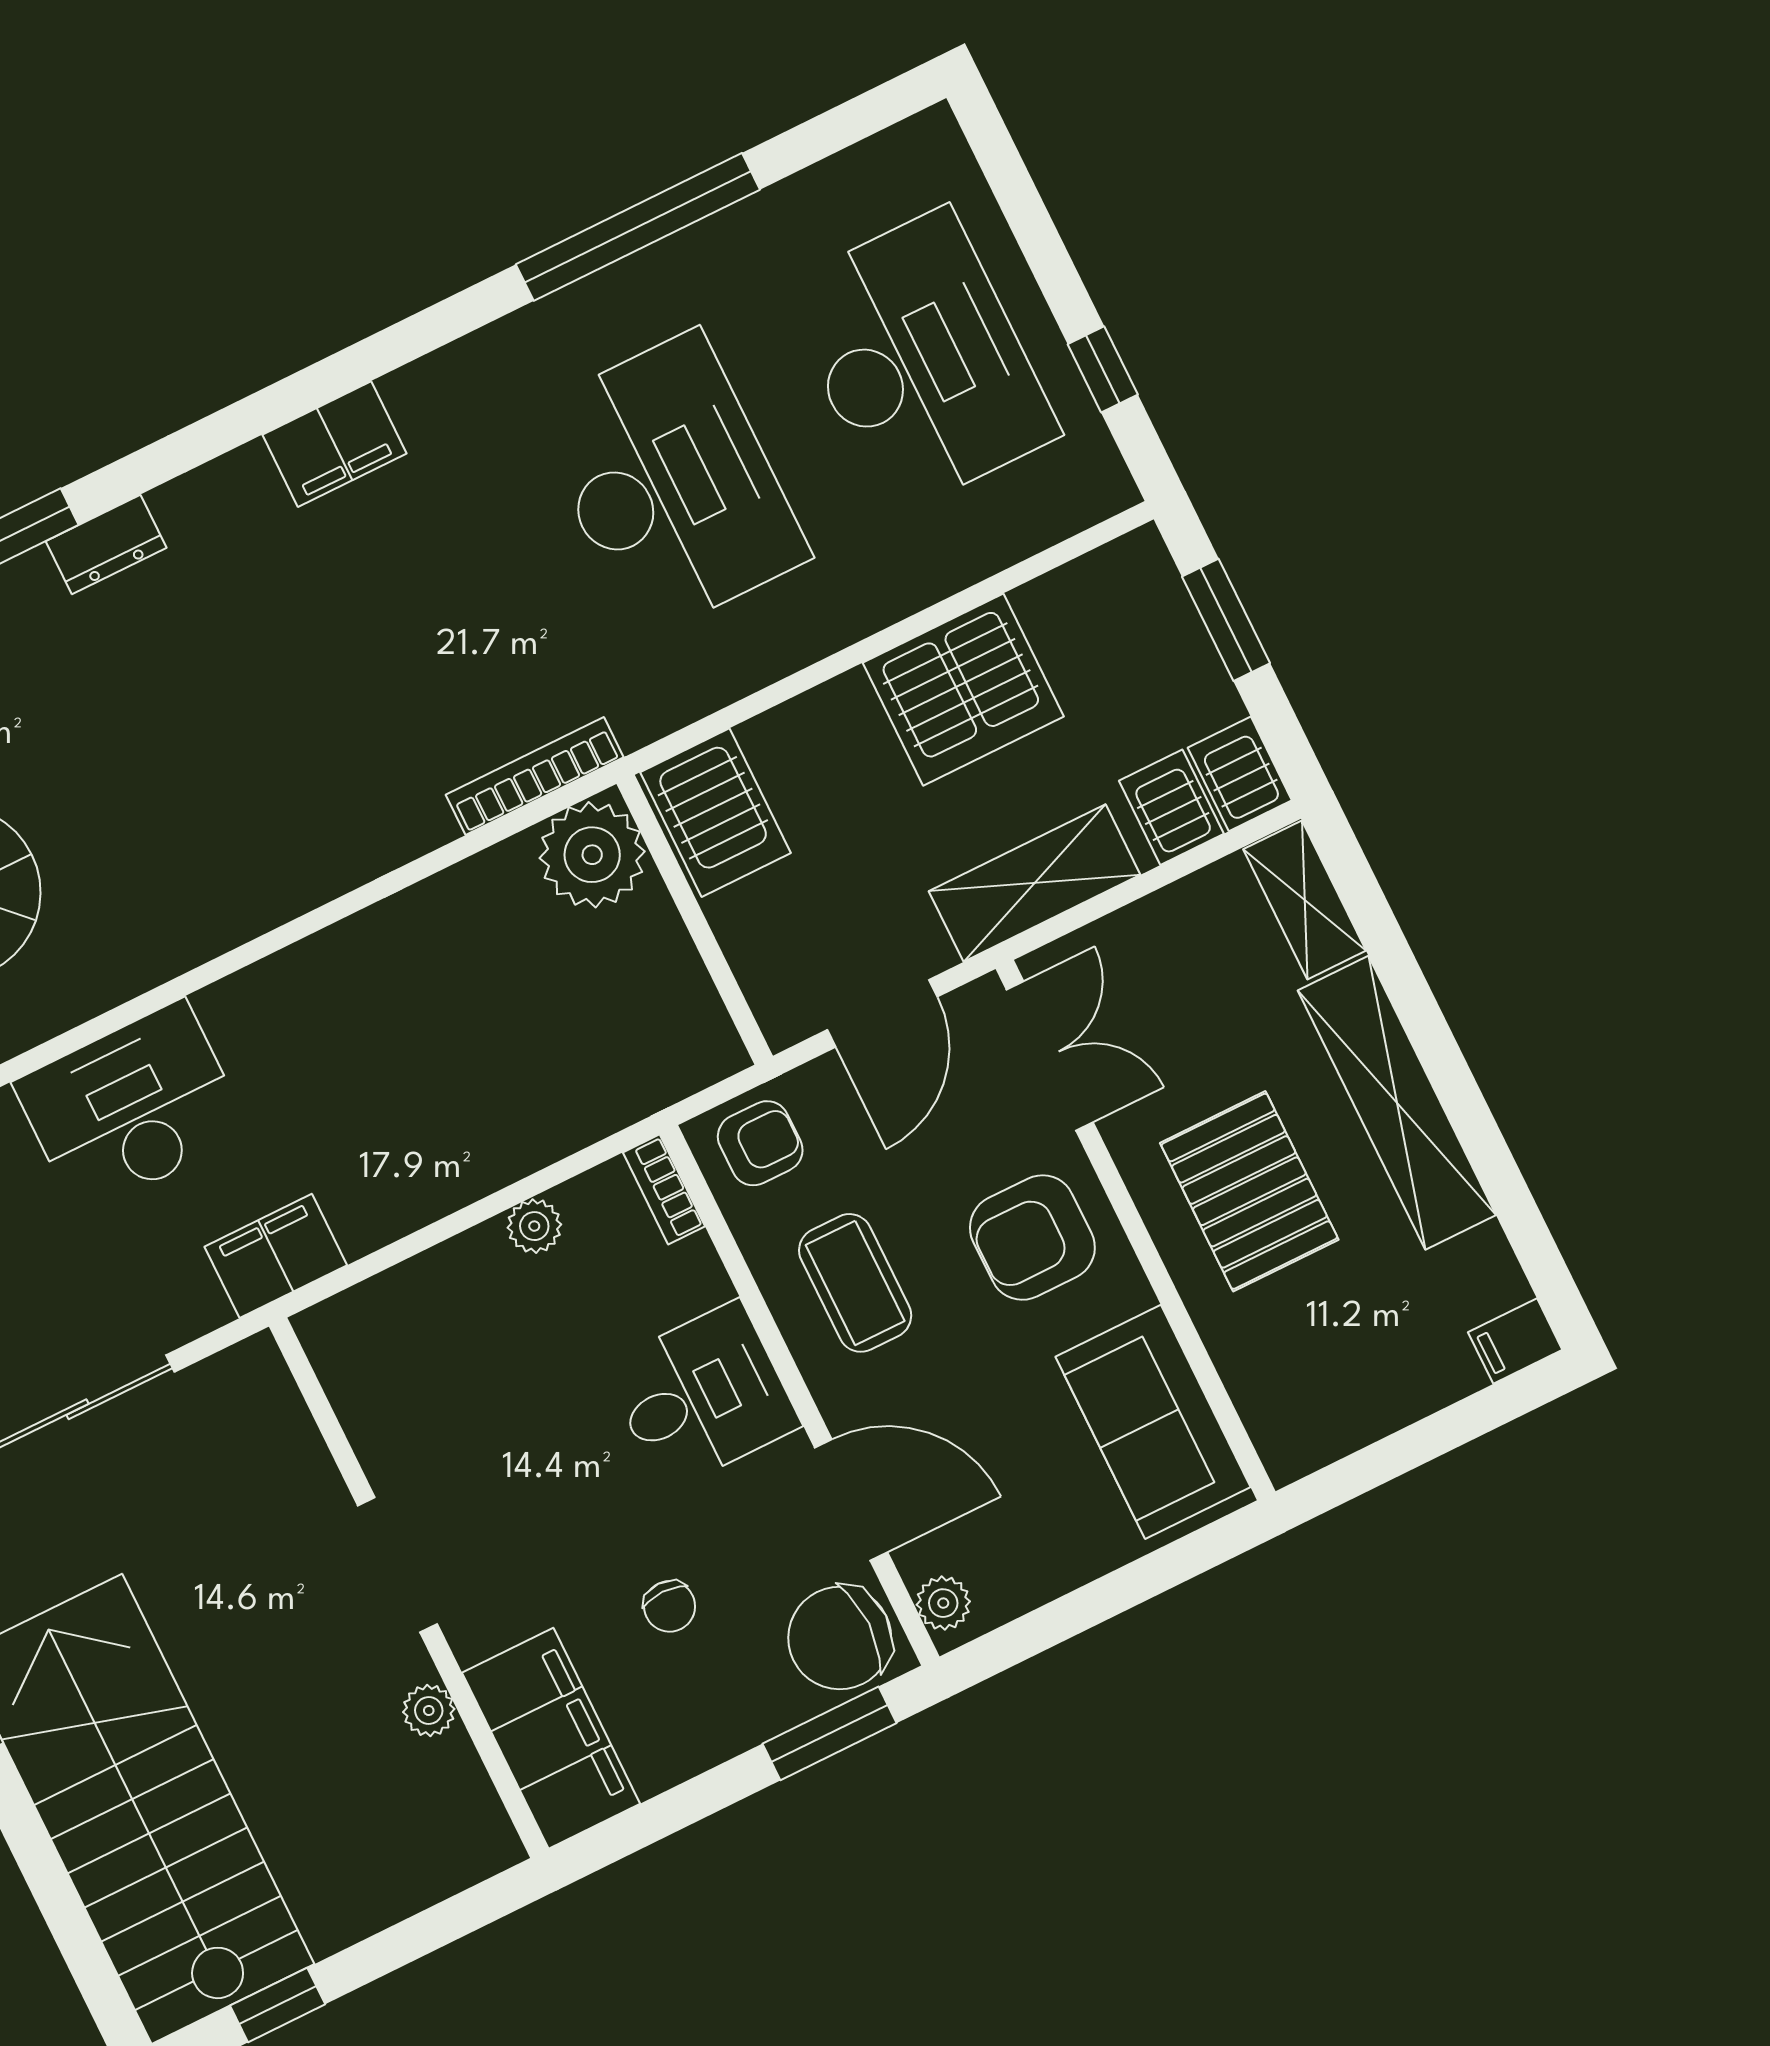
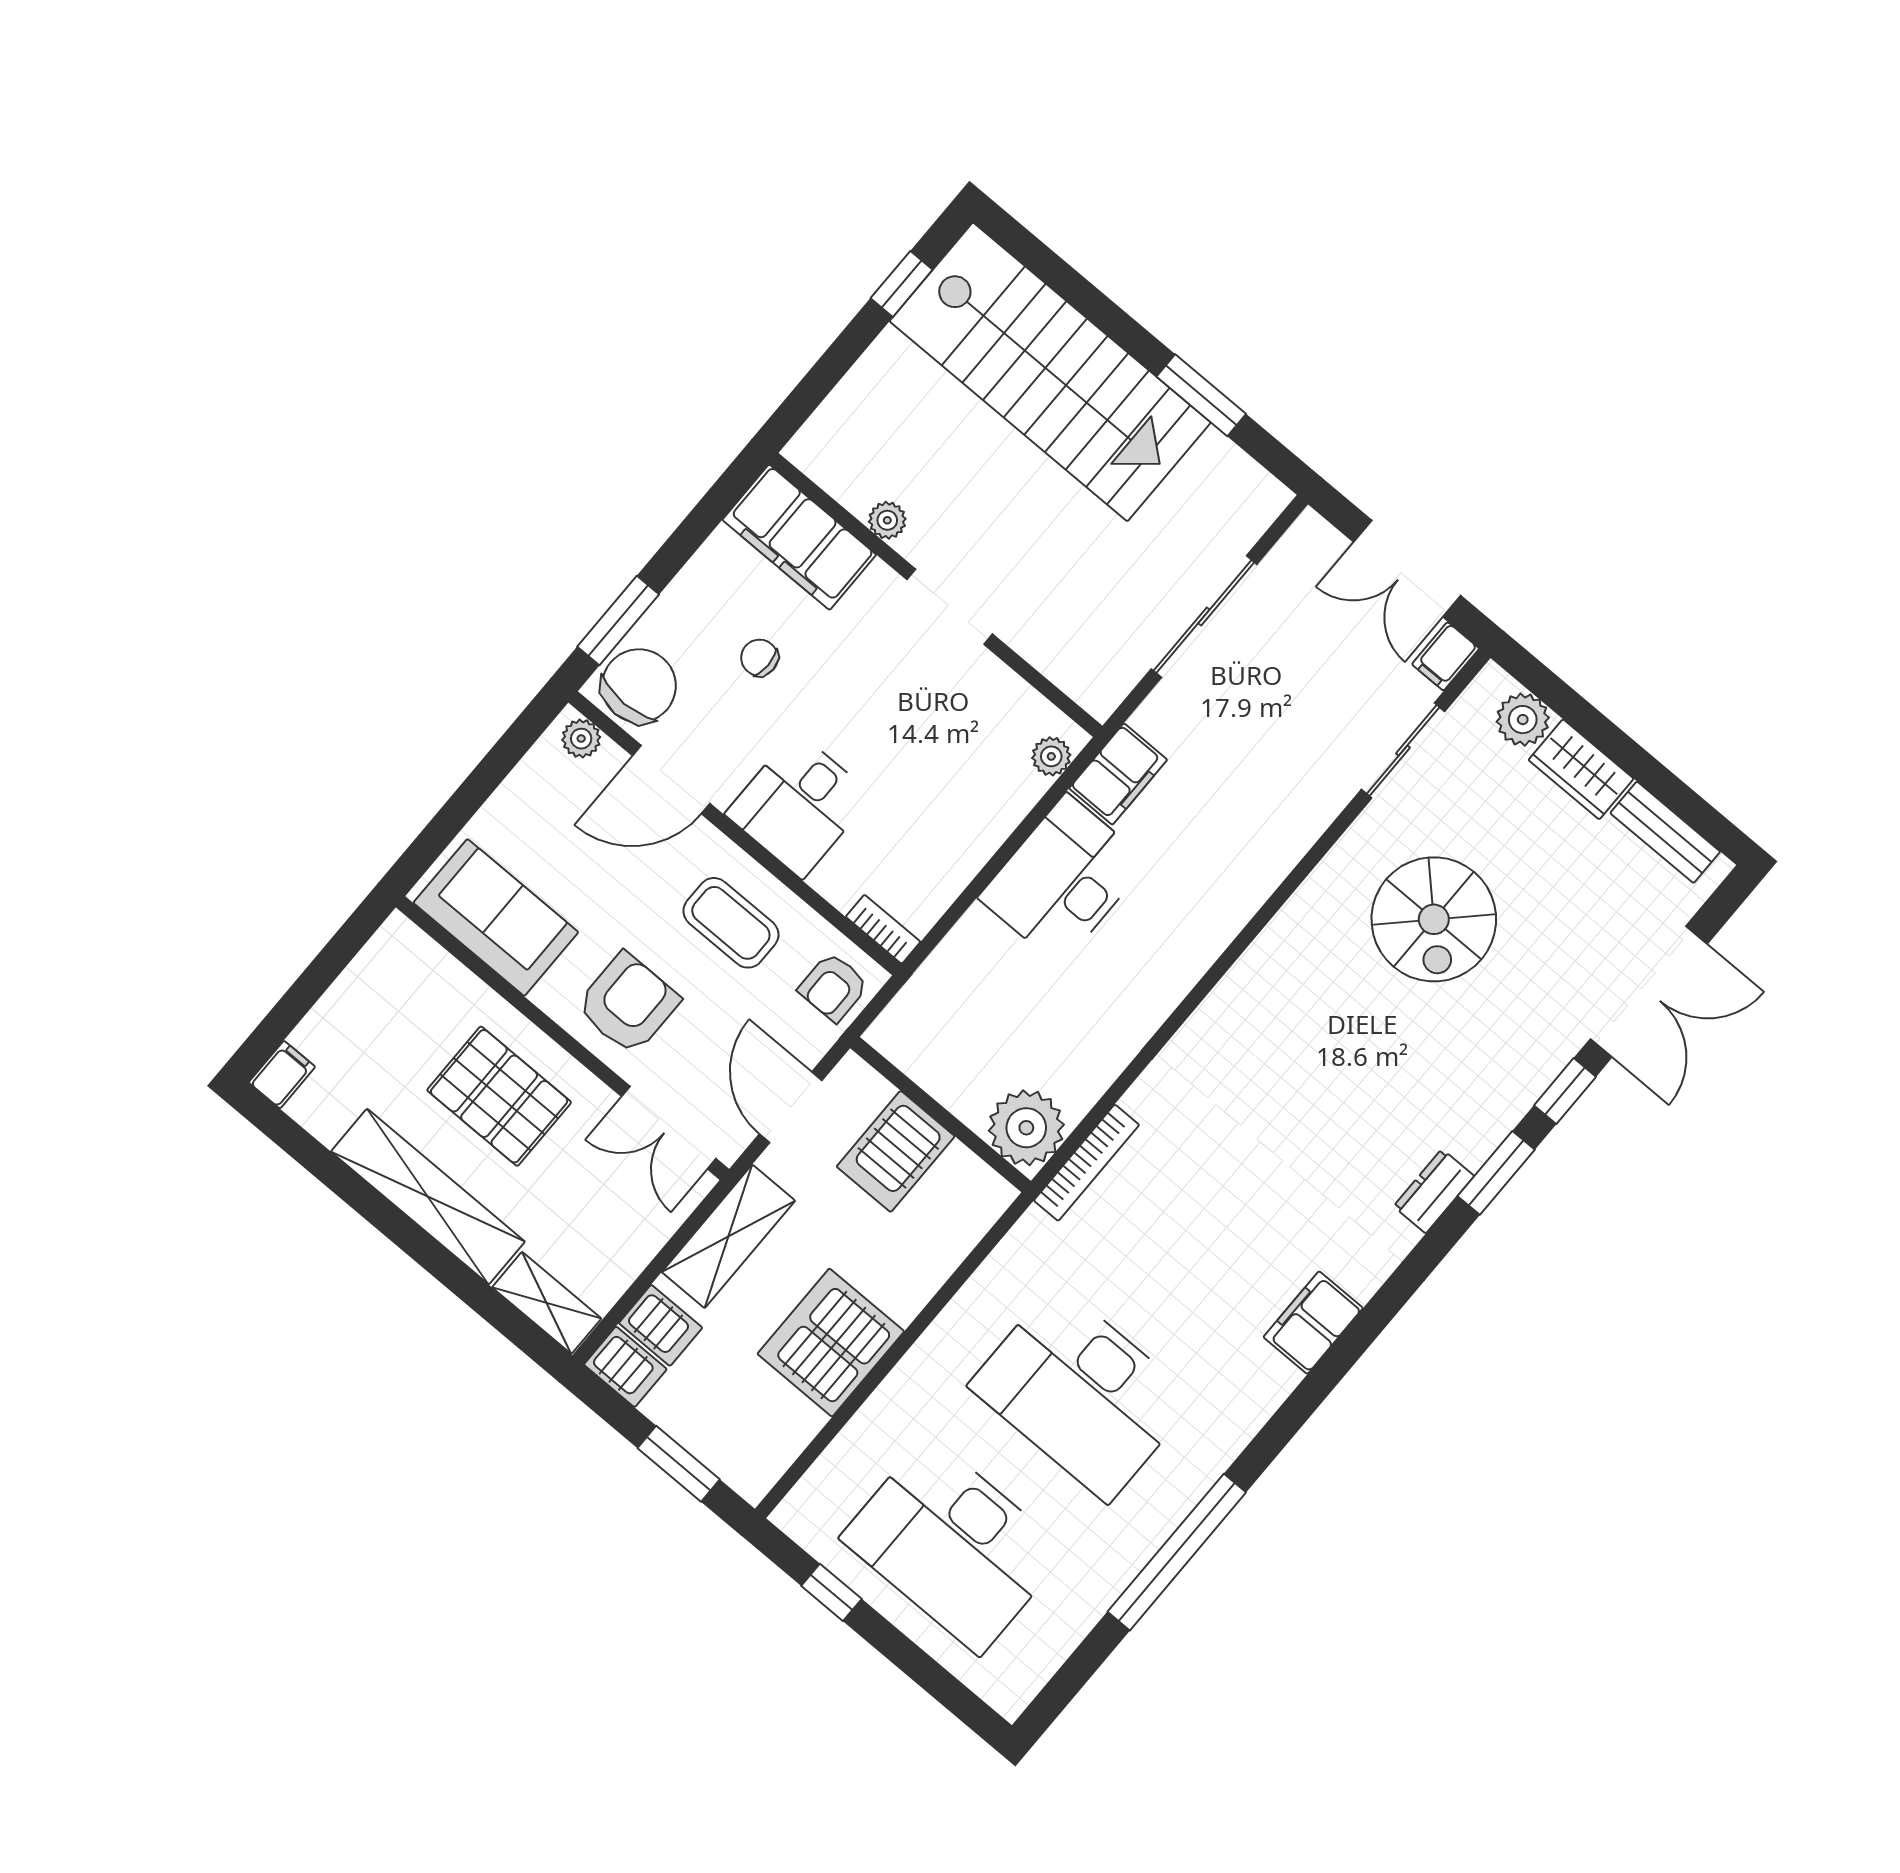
server rack: (716, 813) -> (896, 1151), moved, turned -90
desk: (131, 1108) -> (1063, 880), moved, turned 180
plant: (534, 1226) -> (1051, 756), moved

